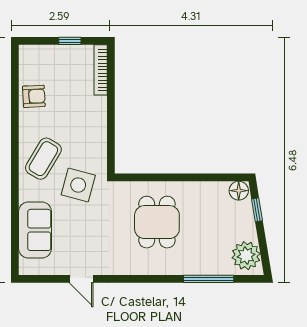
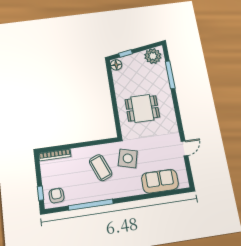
window: (70, 41) -> (40, 193), moved
armchair: (34, 96) -> (57, 196), moved
window: (15, 116) -> (91, 205), added
coffee table: (43, 159) -> (101, 168), moved, turned 37

